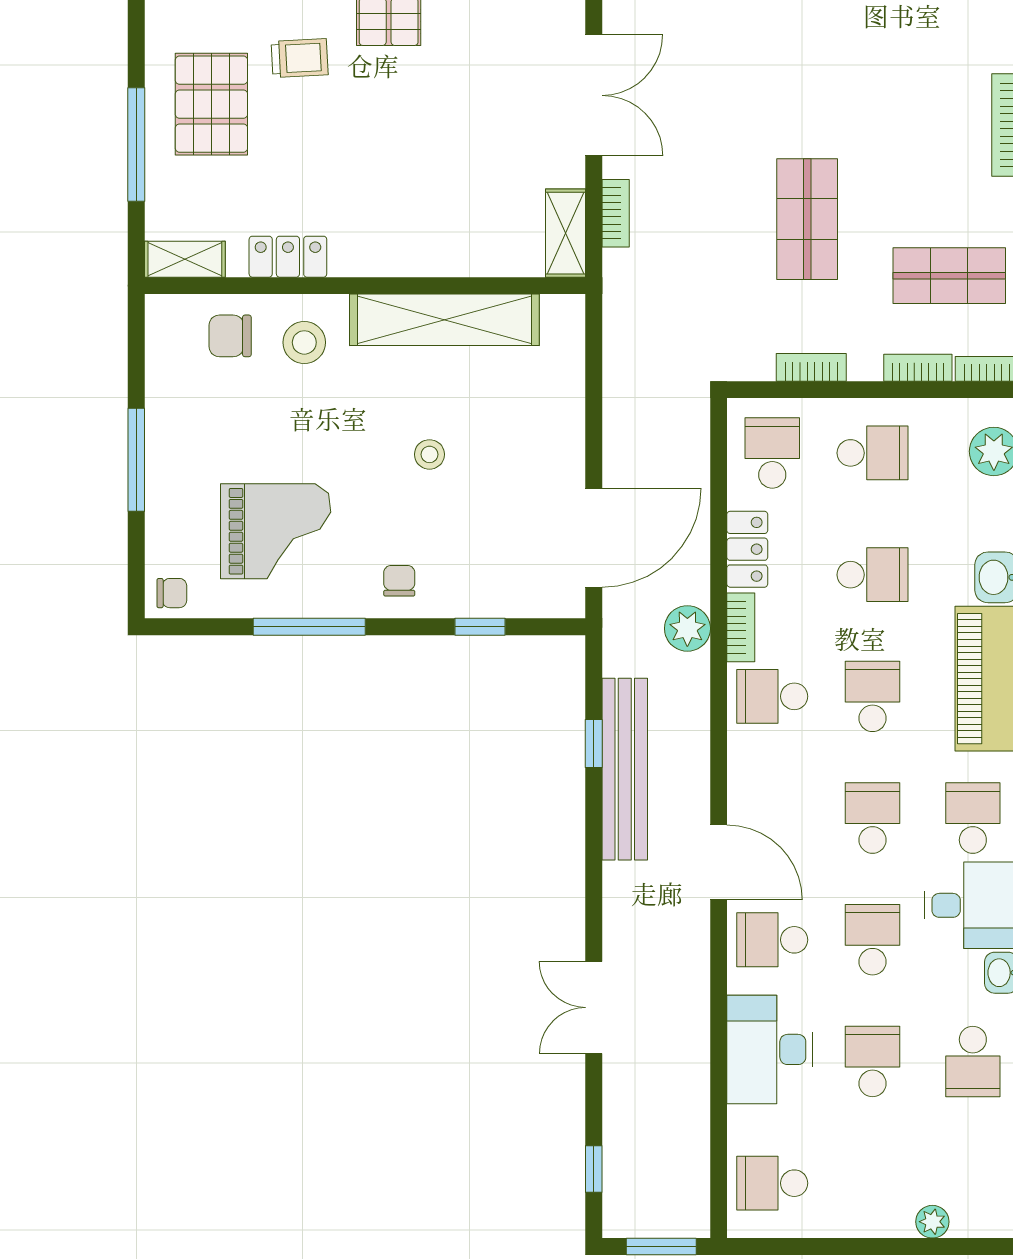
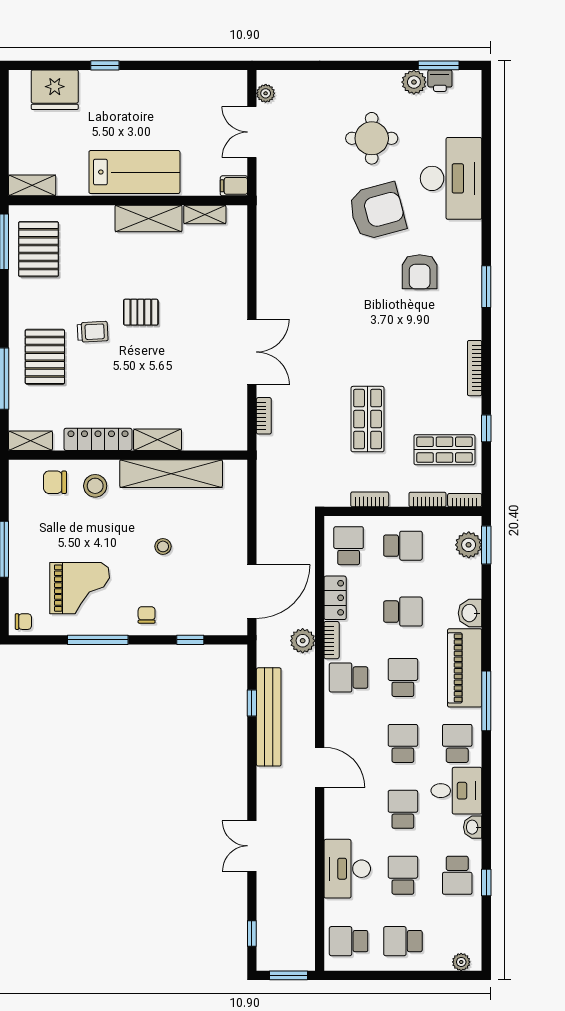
shelving: (566, 233) -> (158, 440), moved, turned 90
locker: (288, 257) -> (98, 439), width x1.53
school desk: (772, 940) -> (403, 941), moved
plant: (932, 1222) -> (461, 962), moved

